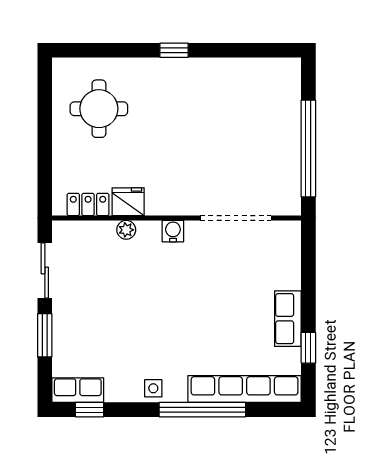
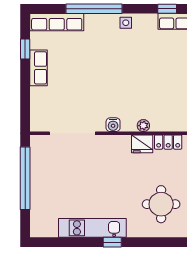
kitchen unit: (205, 72) -> (92, 228), added
row of seats: (245, 389) -> (57, 22), width x0.73

